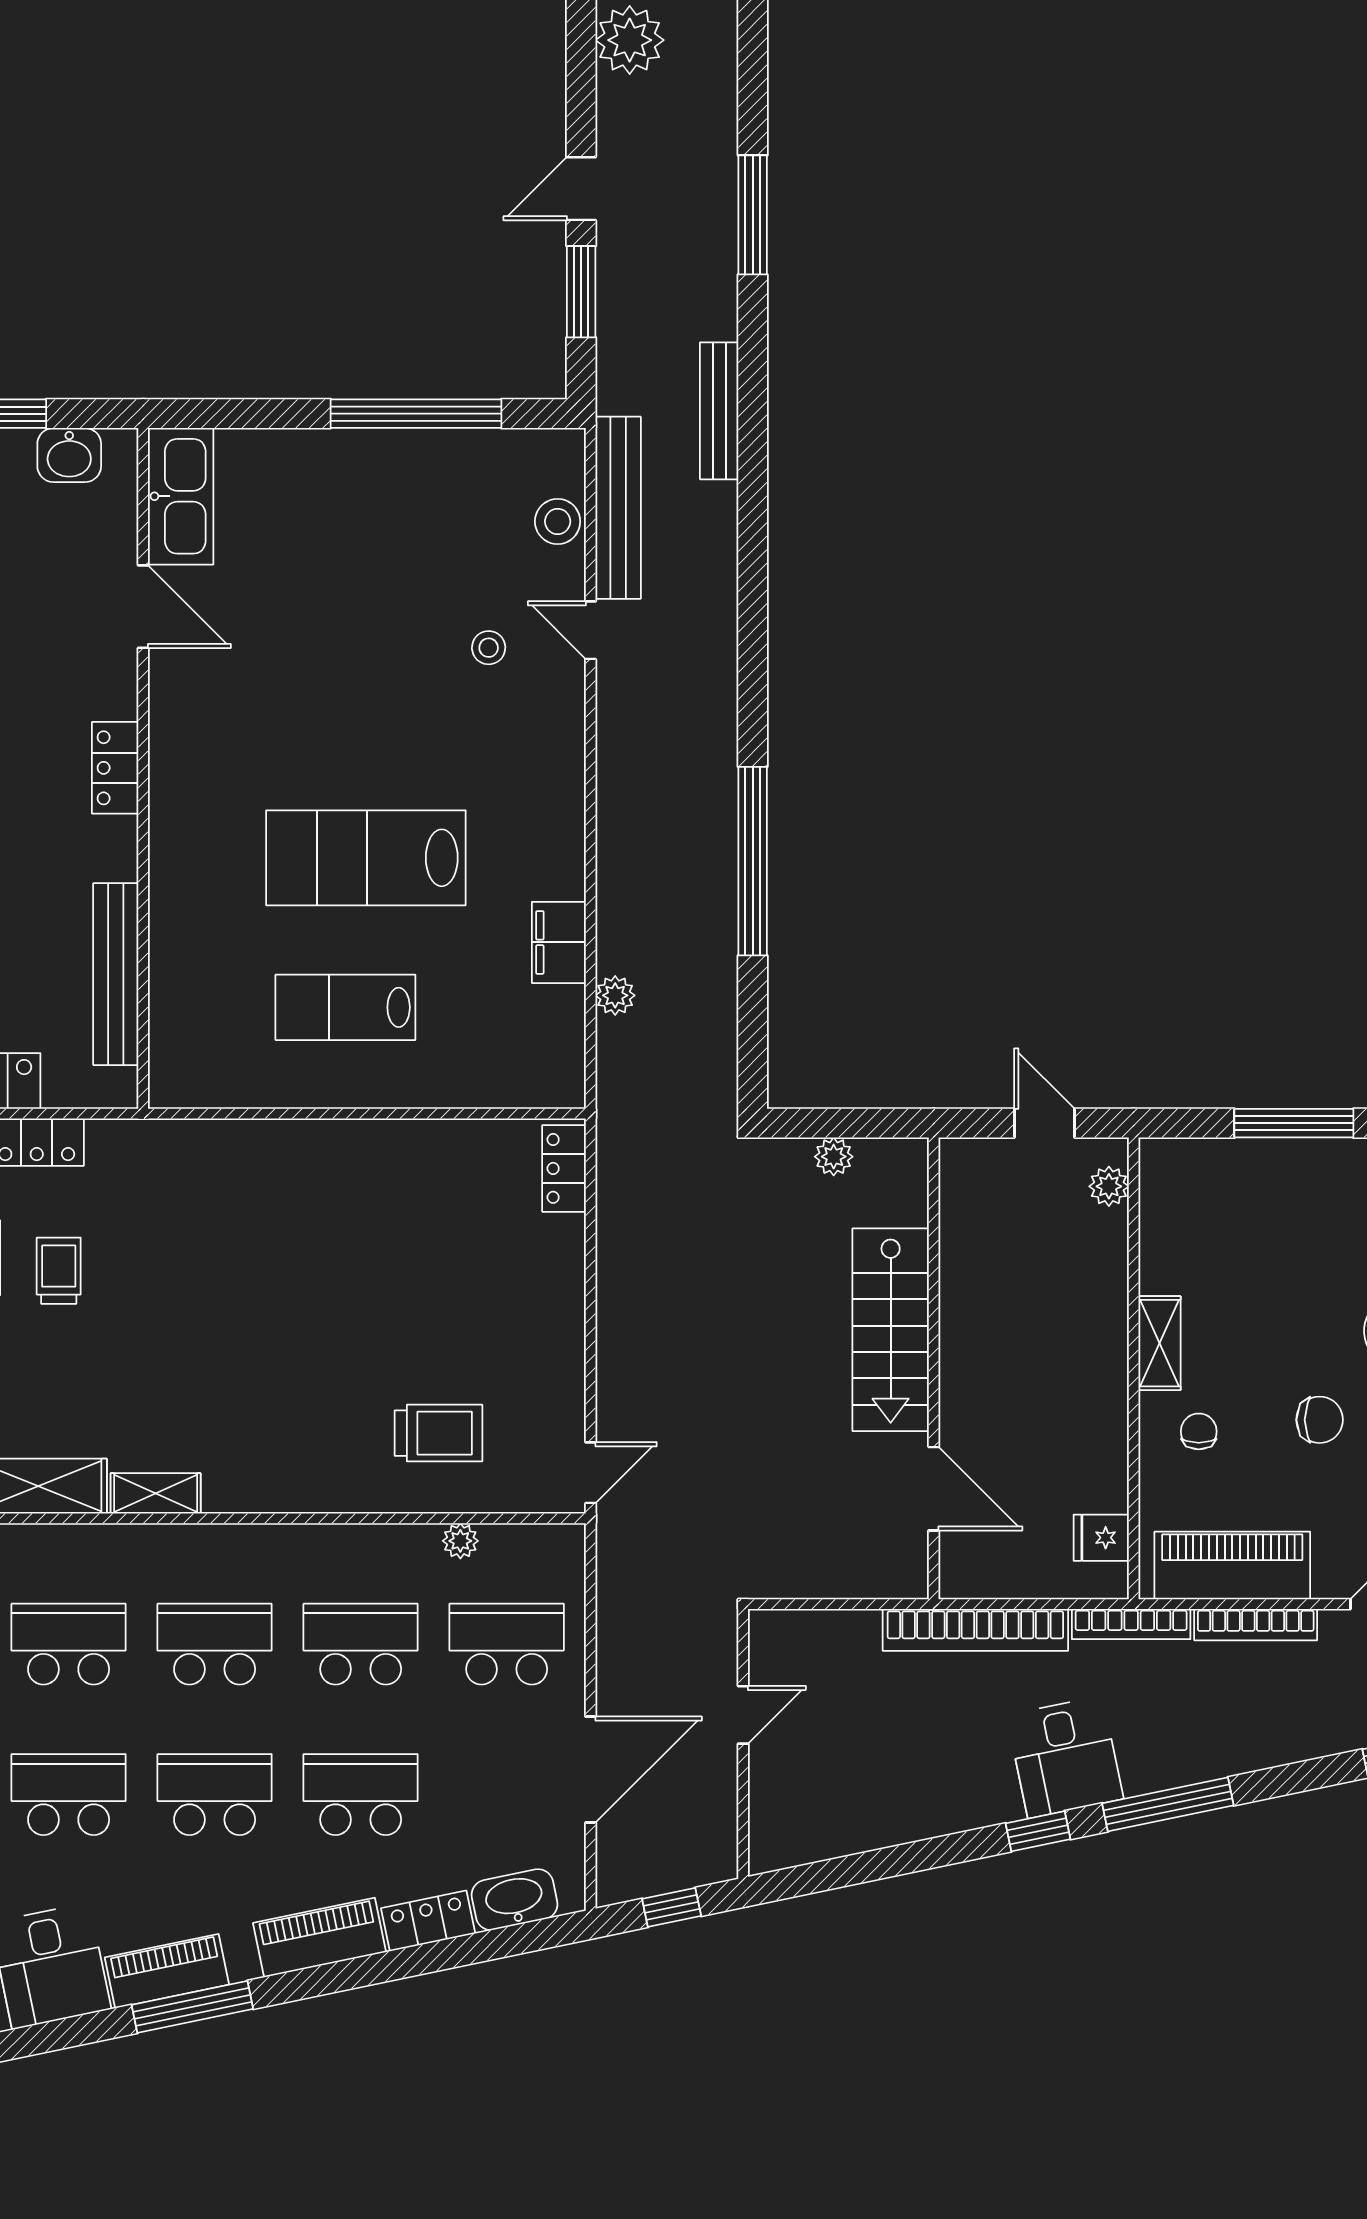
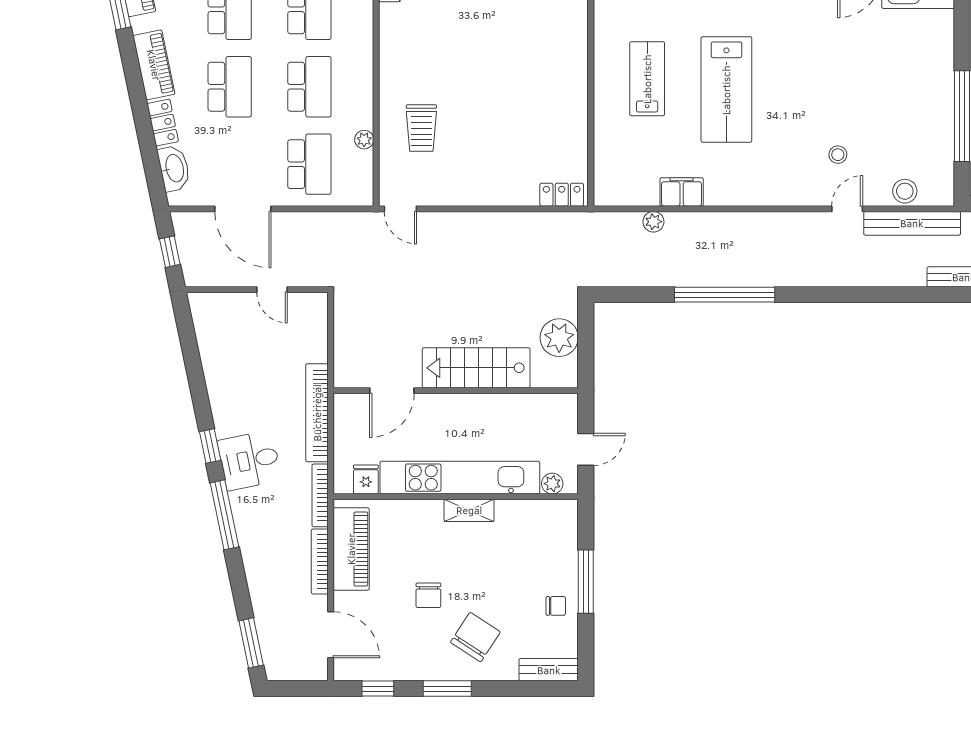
lab bench: (366, 858) -> (726, 90), turned 180
plant: (834, 1157) -> (559, 338), width x1.88, depth x1.88
kitchen unit: (1098, 1360) -> (460, 478), added
chair: (1199, 1431) -> (556, 606), moved

